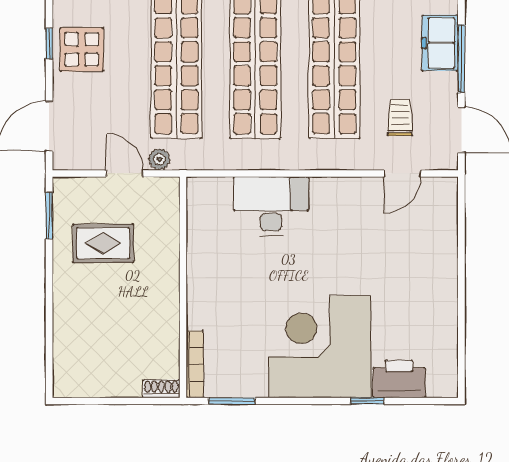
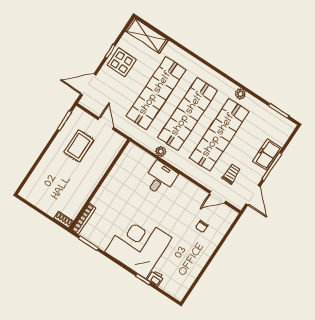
plant: (159, 159) -> (161, 151), moved
desk: (271, 206) -> (160, 178), width x0.73
chair: (409, 242) -> (202, 226), added
rug: (103, 243) -> (79, 146), turned 90
printer: (399, 379) -> (155, 278), width x0.53, depth x0.68

